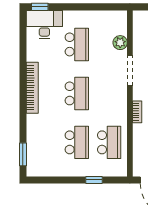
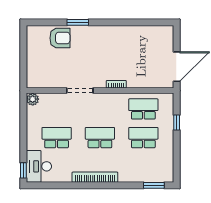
plant: (120, 43) -> (33, 99), moved

